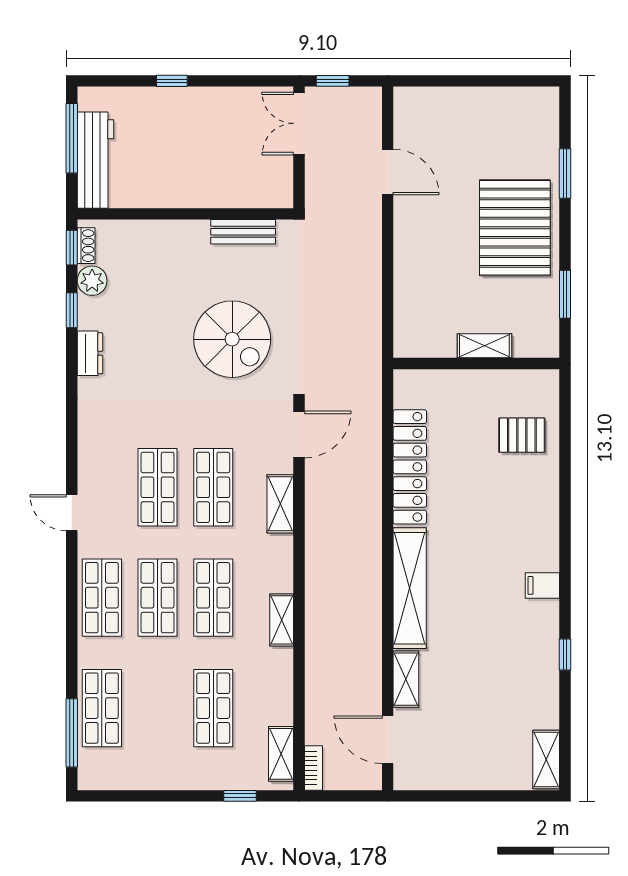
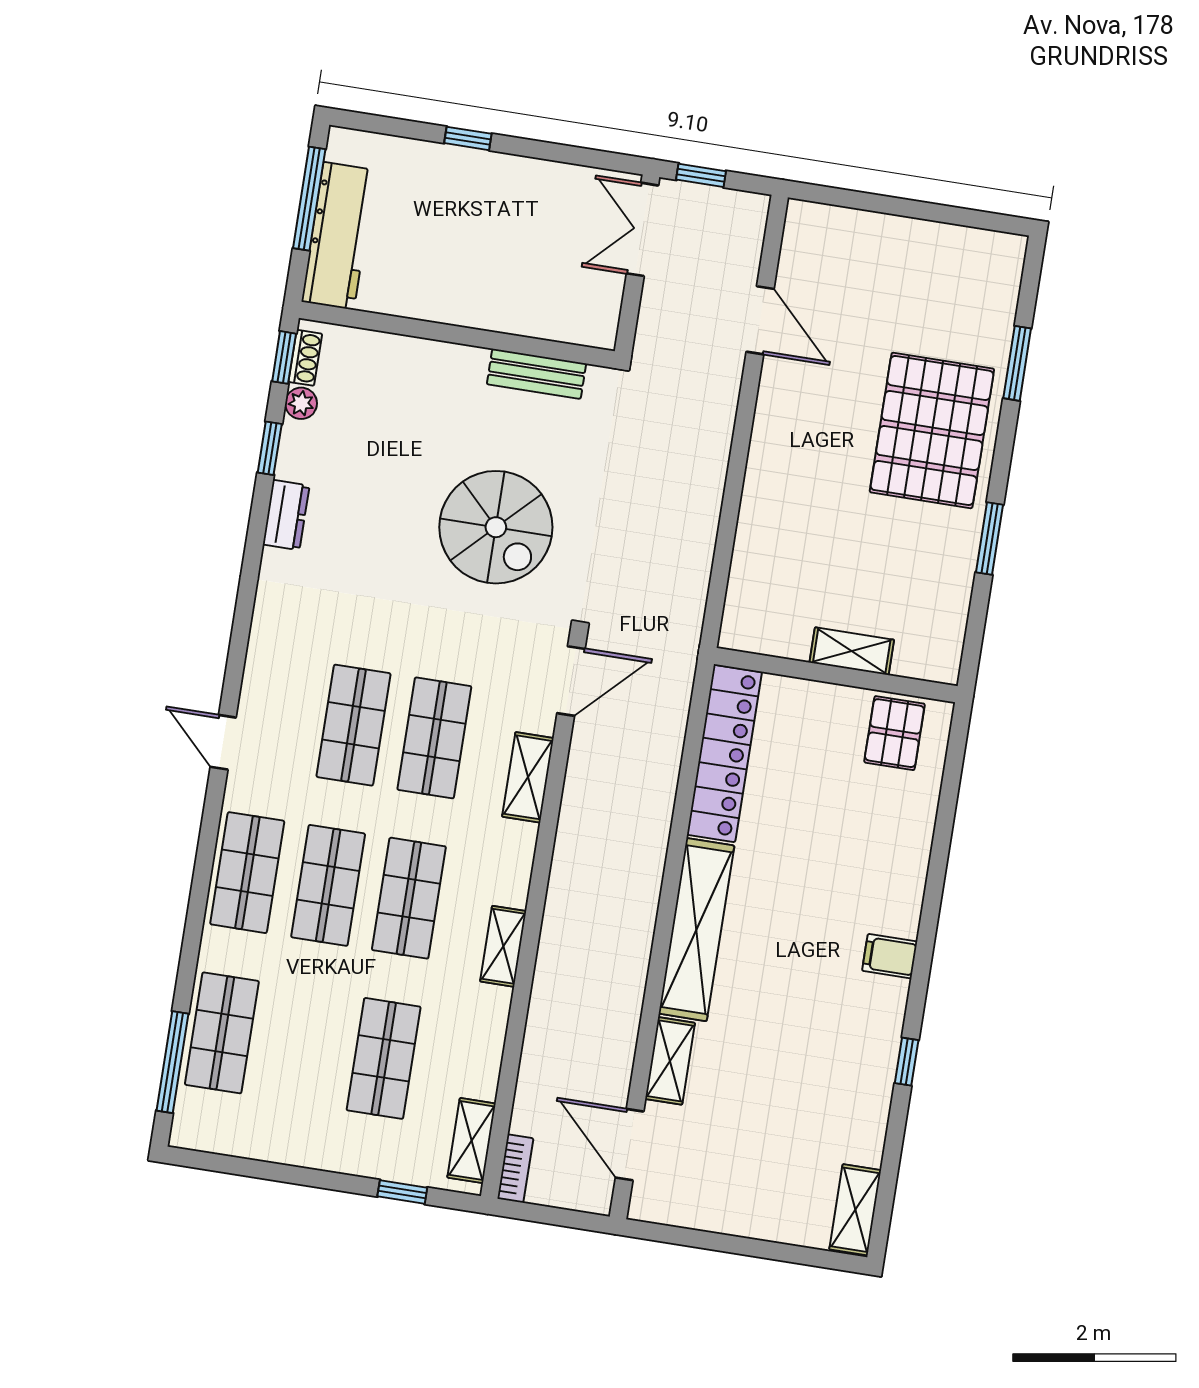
plant: (92, 281) -> (301, 403), width x0.73, depth x0.73
shelving: (484, 346) -> (852, 651), moved
wall: (476, 364) -> (836, 675), moved
pallet: (522, 435) -> (894, 733), turned 90

